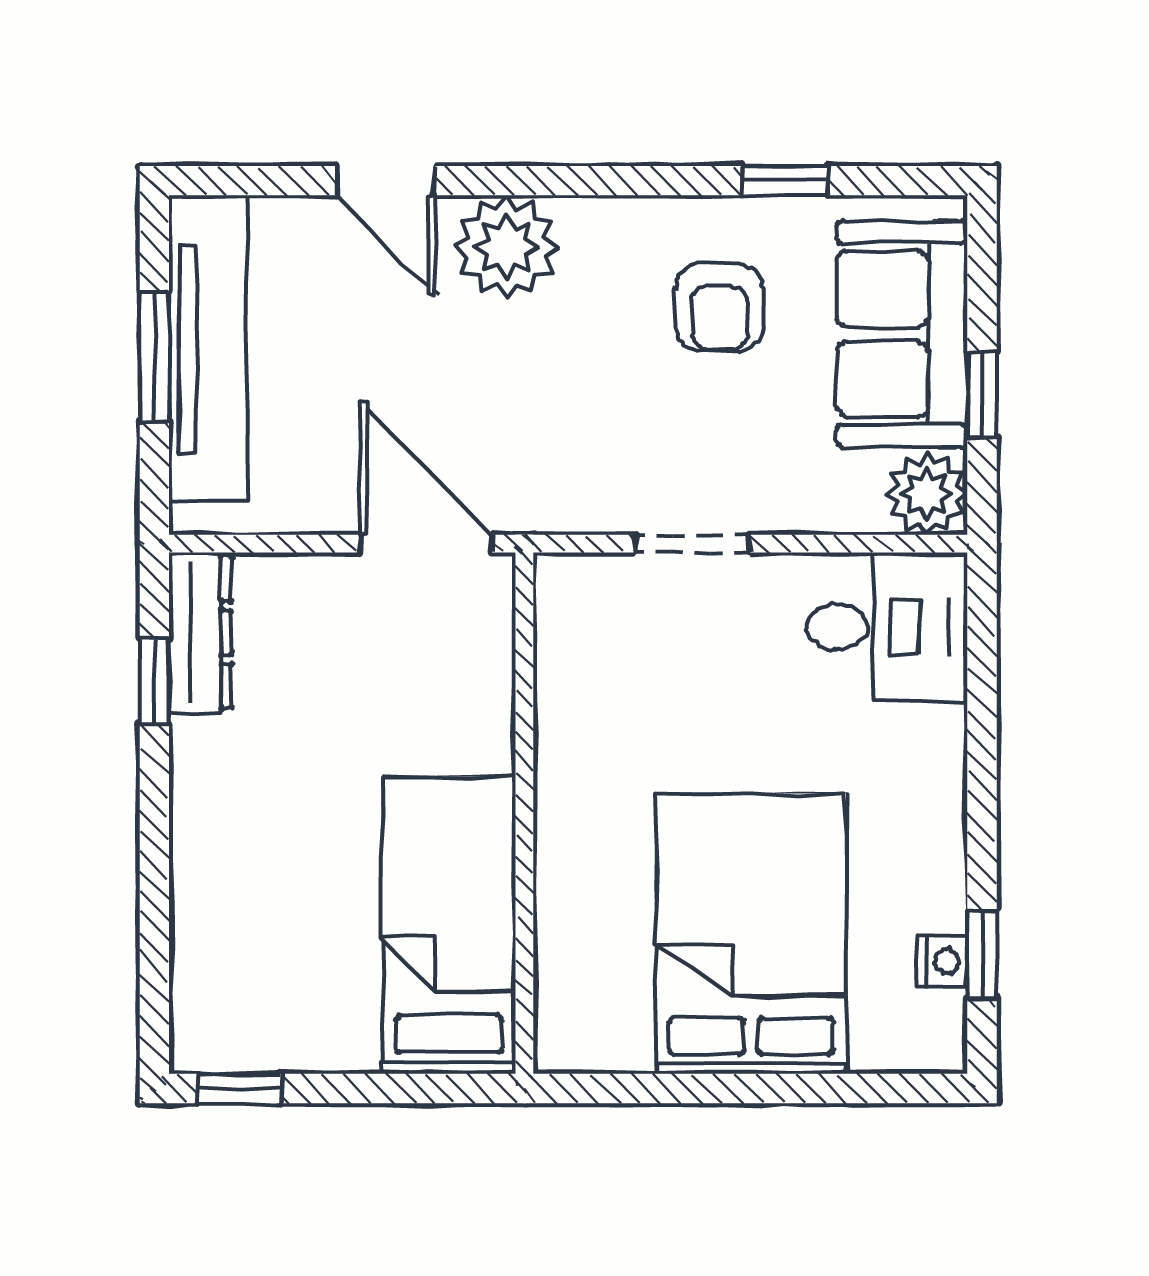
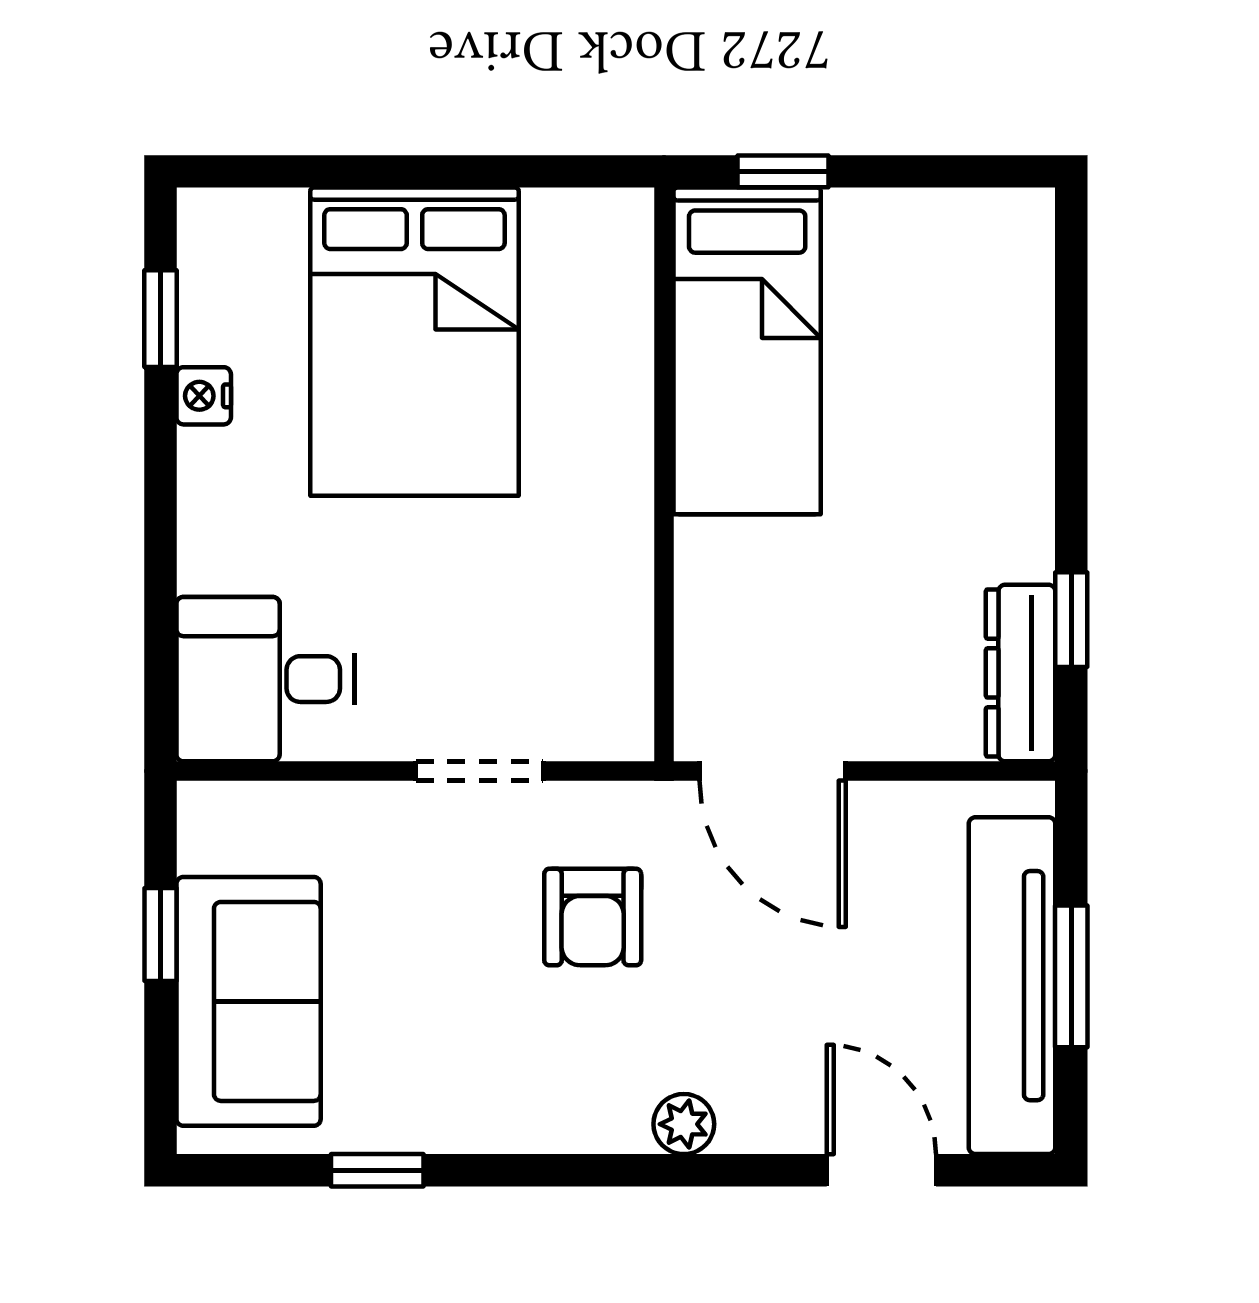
door: (386, 181) -> (881, 1170), moved
plant: (506, 247) -> (684, 1124), width x0.53, depth x0.53
armchair: (719, 307) -> (593, 917), moved, turned 180
plant: (927, 494) -> (221, 826), removed
nightstand: (943, 961) -> (204, 396), moved
window: (240, 1089) -> (783, 171), moved

